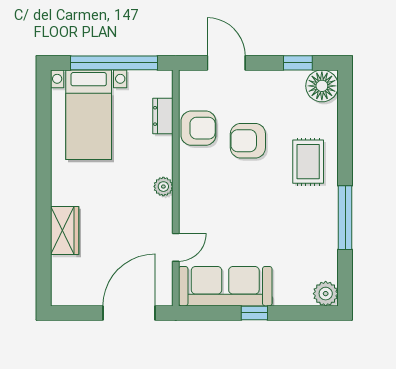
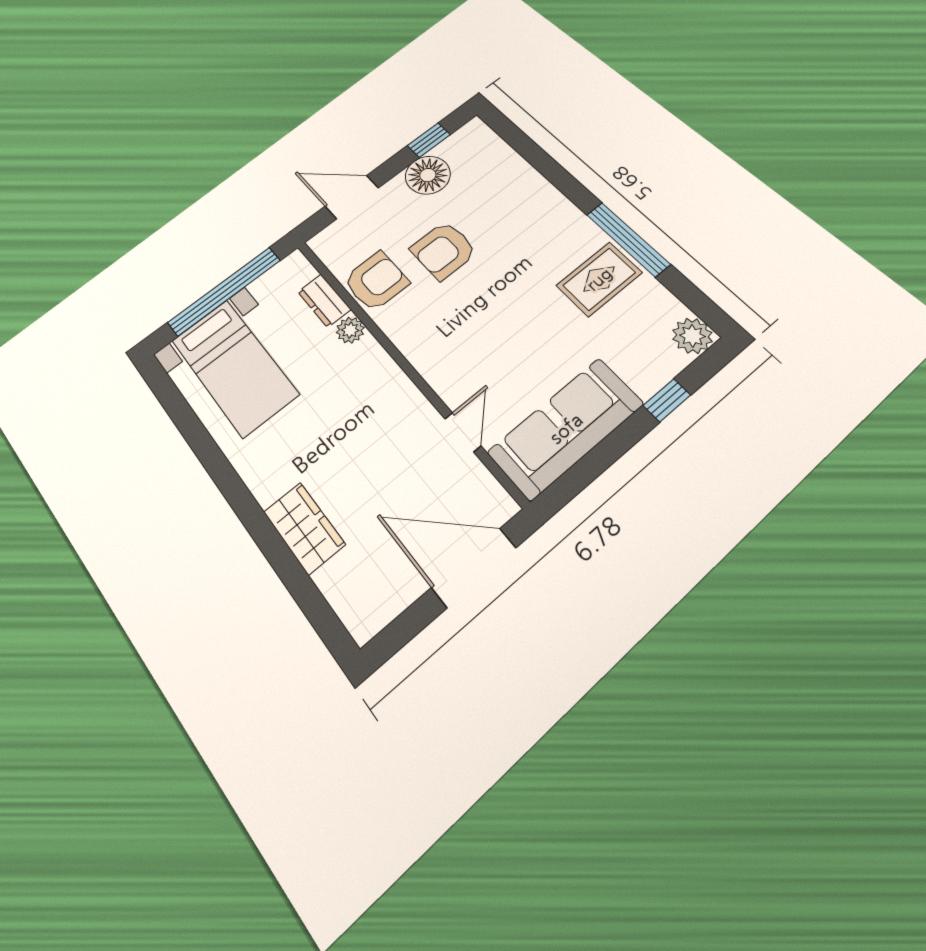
floor lamp: (322, 86) -> (428, 175), moved
rug: (308, 162) -> (599, 279), moved, turned 90
plant: (163, 187) -> (350, 330), moved
door: (129, 313) -> (474, 568), hinge flipped
window: (254, 313) -> (667, 400), moved

